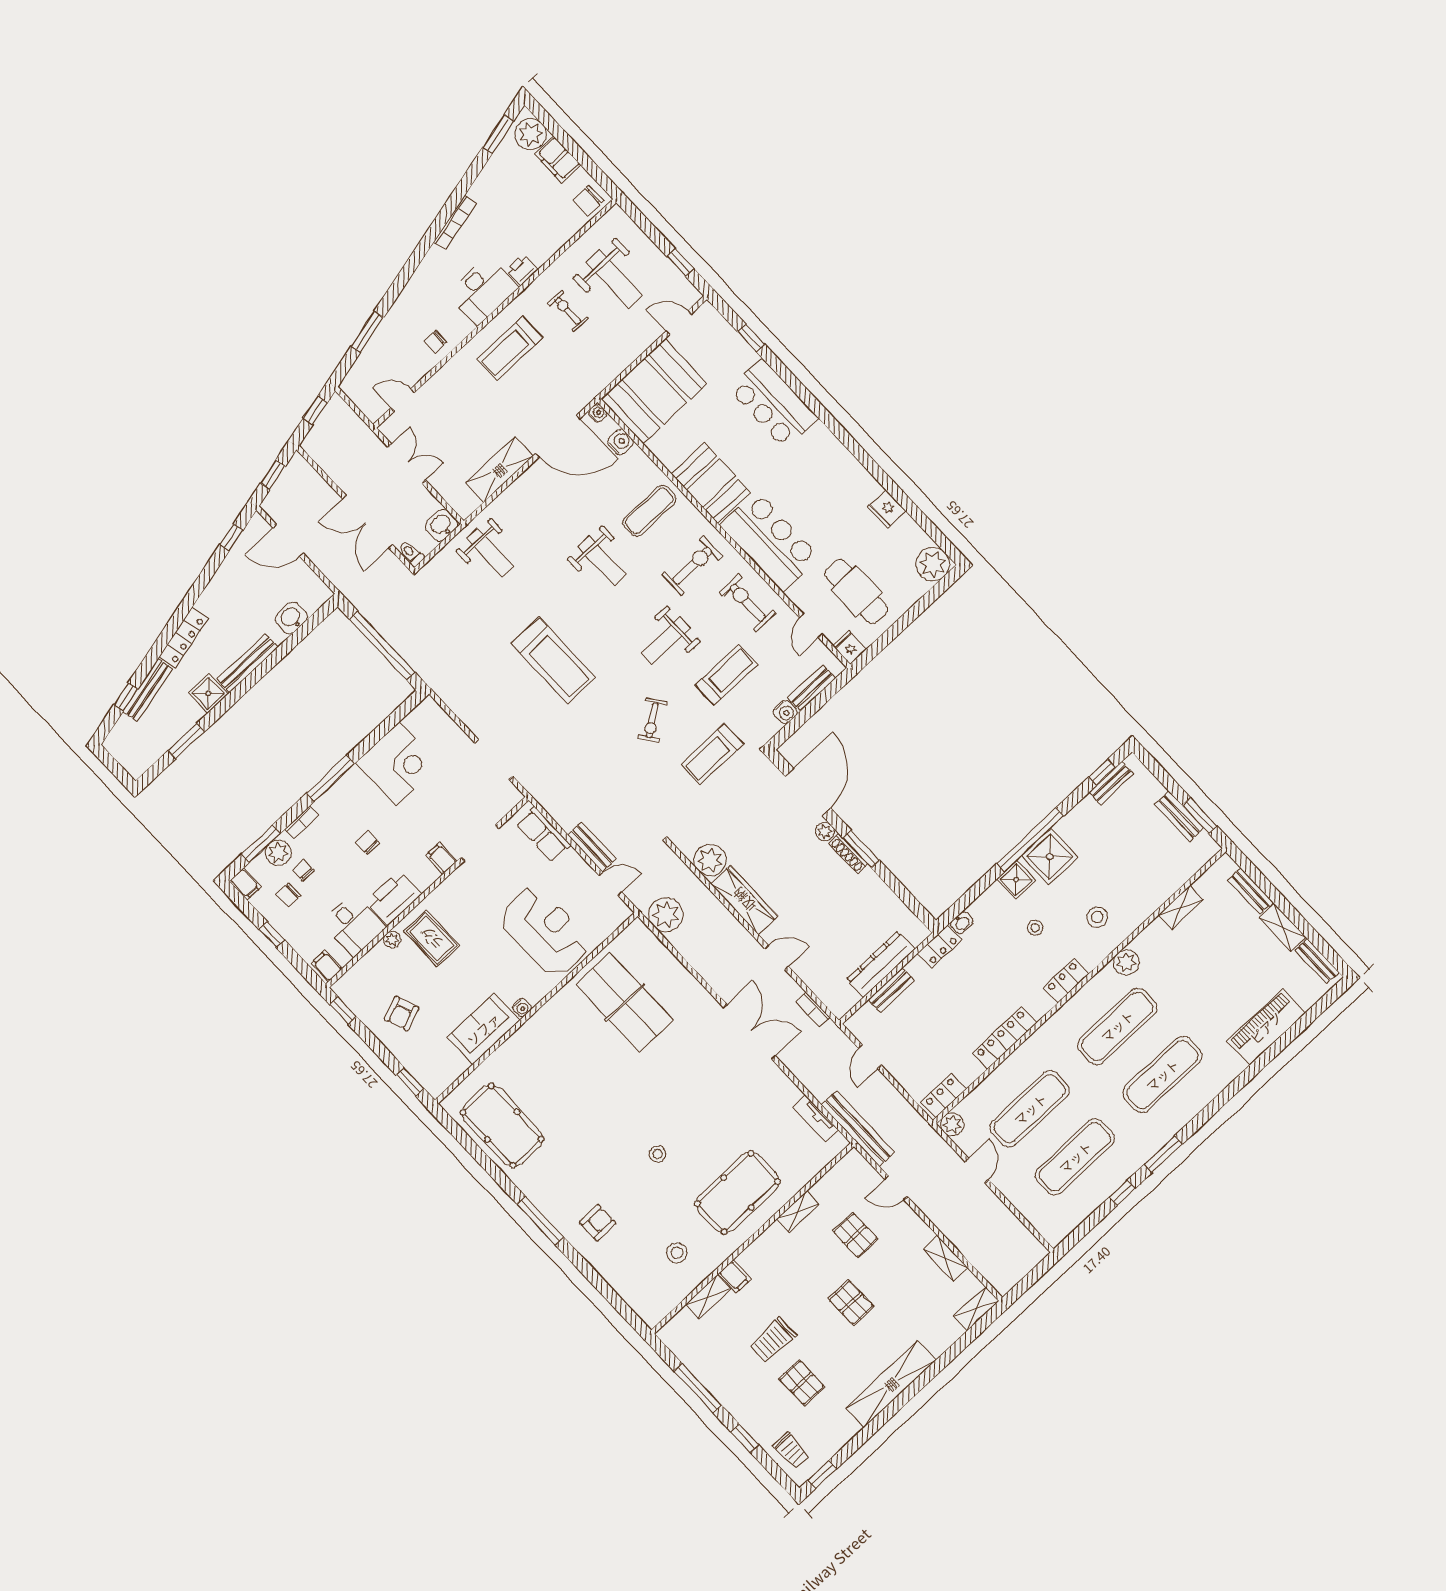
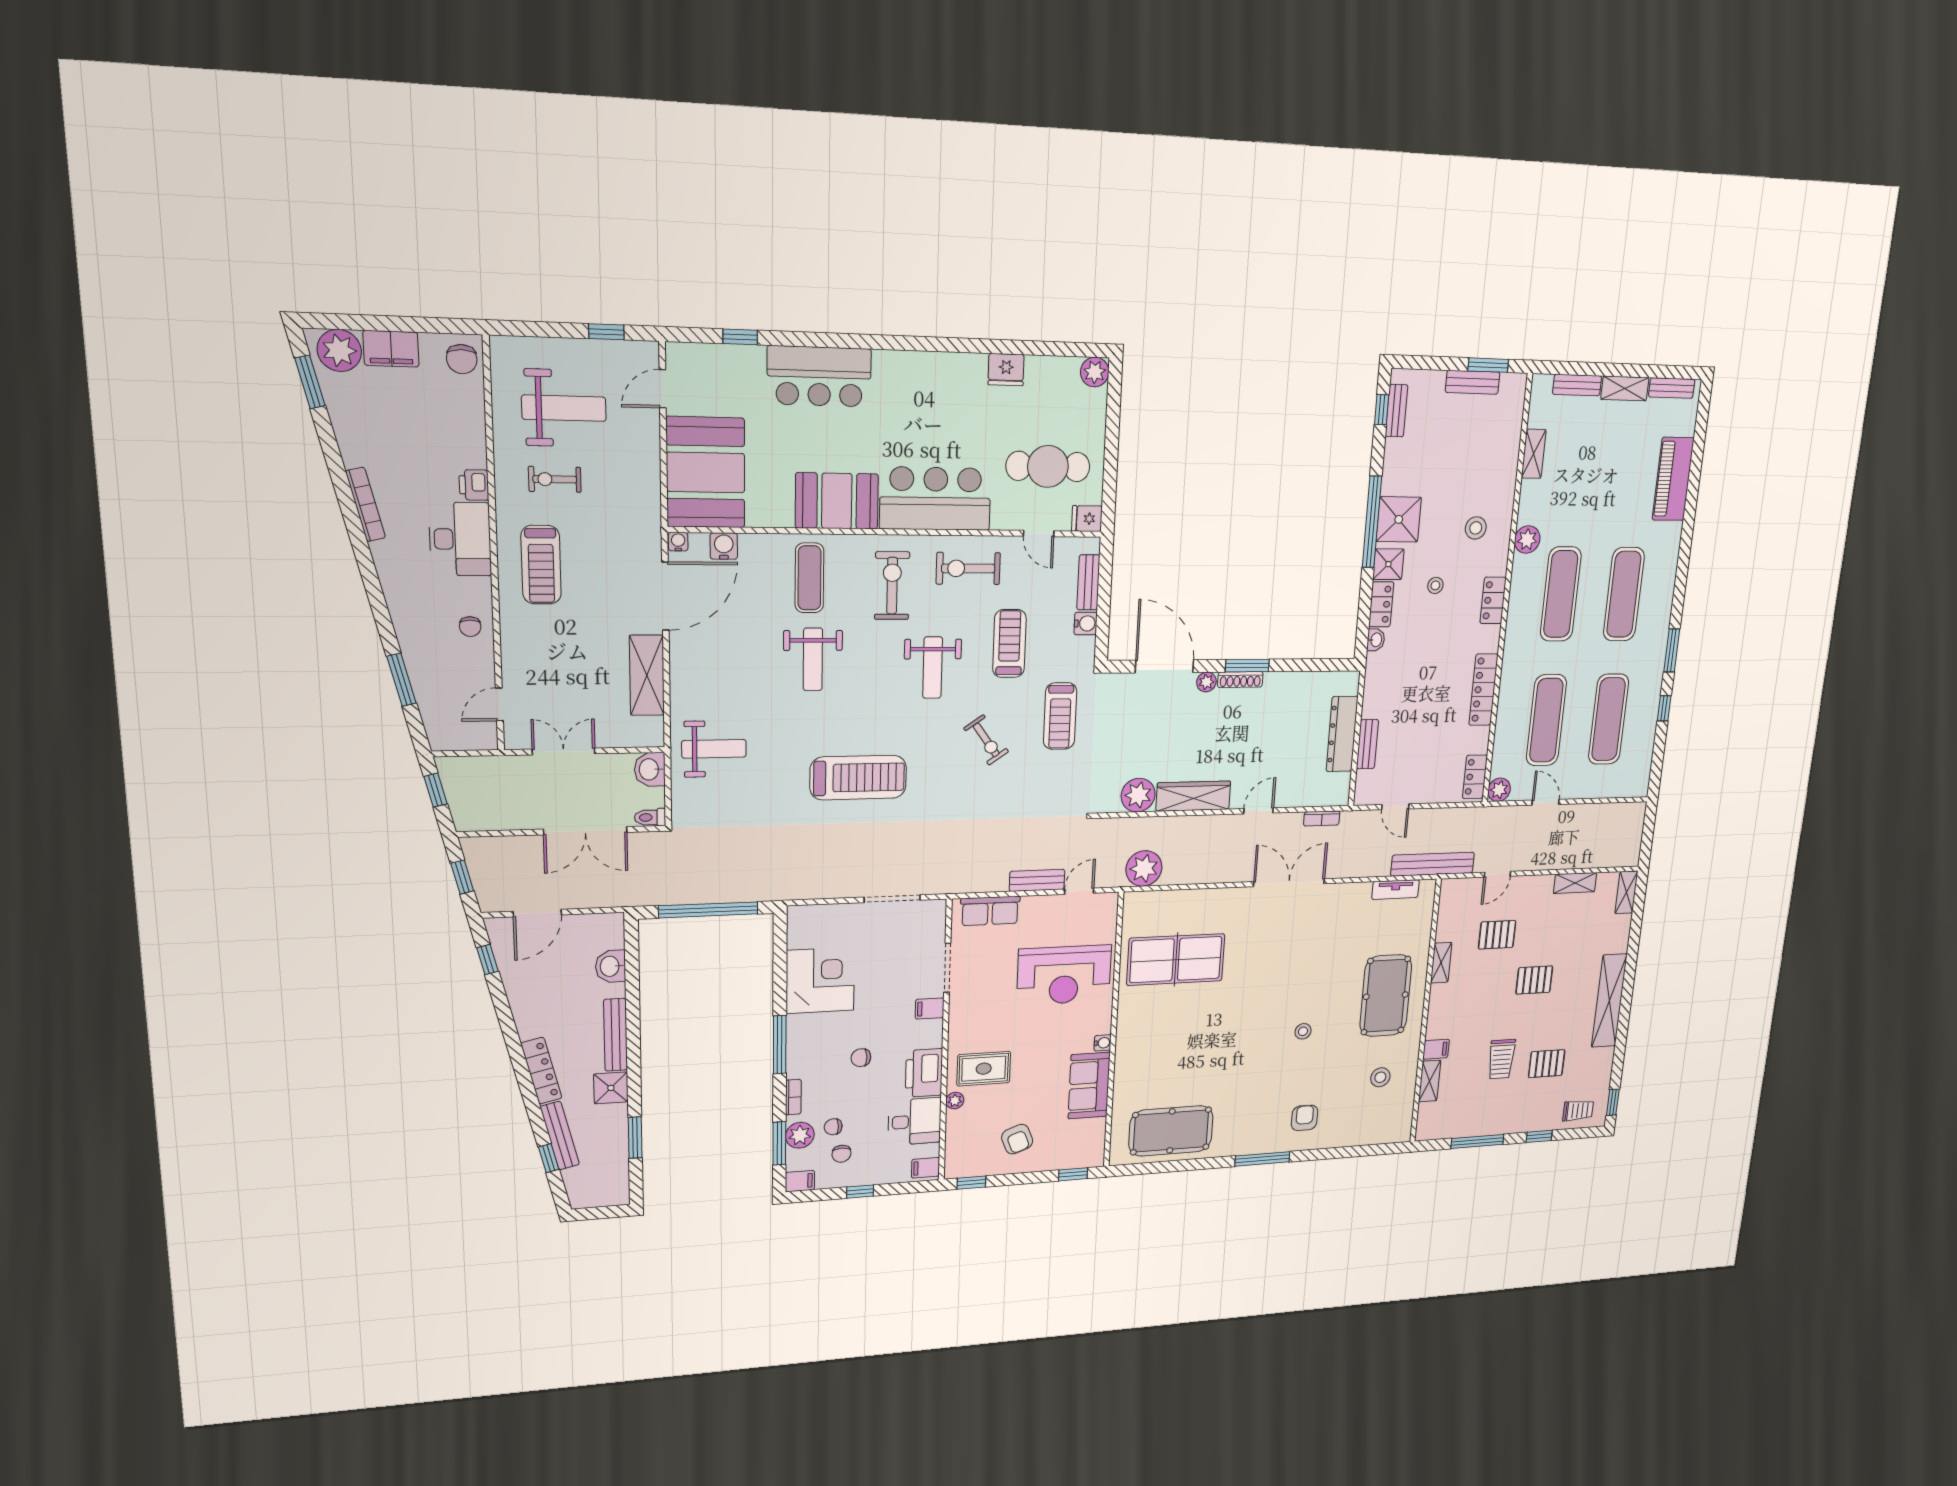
weight bench: (602, 560) -> (813, 659), turned 90
plant: (933, 564) -> (1095, 372), width x0.73, depth x0.73
reception desk: (545, 931) -> (1064, 975), turned 180
locker: (940, 947) -> (1381, 604), moved

